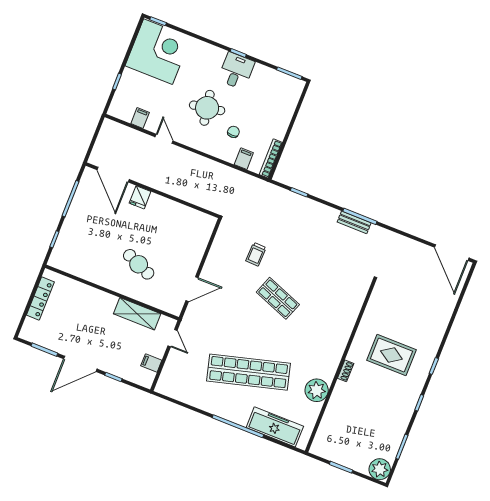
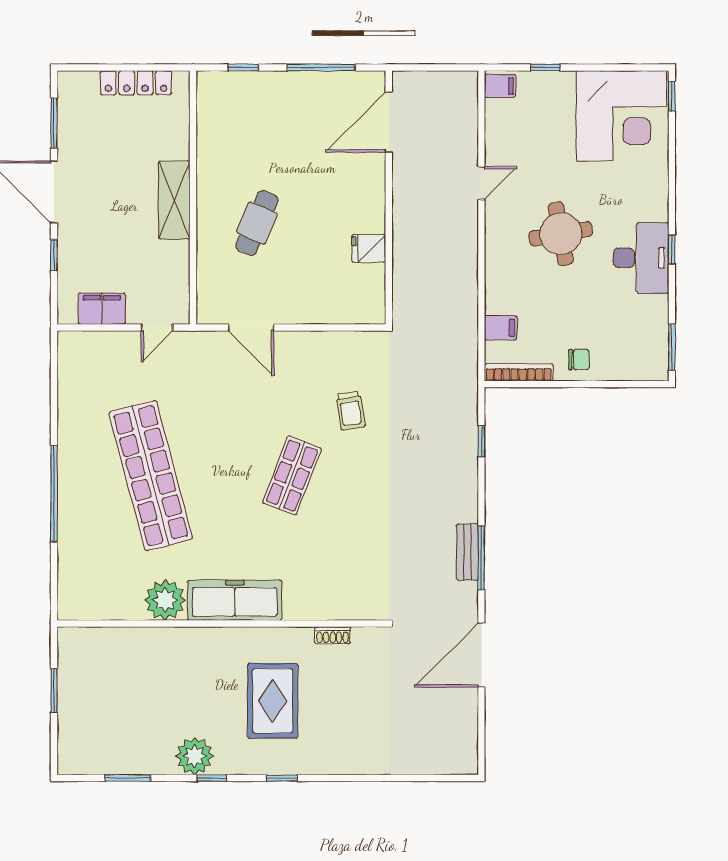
desk: (236, 71) -> (641, 258), width x1.37
filing cabinet: (140, 118) -> (500, 86), moved
chair: (233, 132) -> (579, 360), moved
fridge: (140, 197) -> (369, 248), moved
door: (452, 253) -> (481, 655), moved
trolley: (256, 254) -> (350, 411), turned -101
shelving: (137, 314) -> (174, 200), moved
filing cabinet: (151, 363) -> (102, 309), width x2.00
shoe rack: (346, 371) -> (333, 635), moved
freezer: (275, 427) -> (235, 600), moved, turned -90
plant: (380, 469) -> (195, 756), moved

